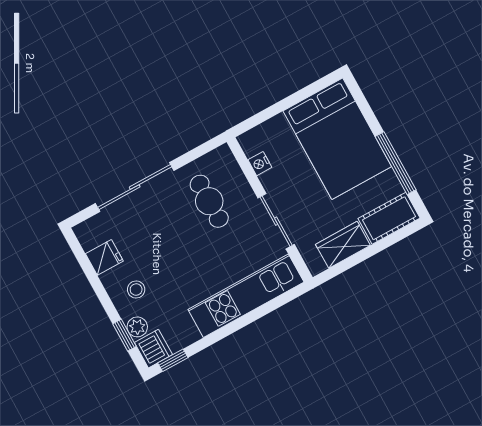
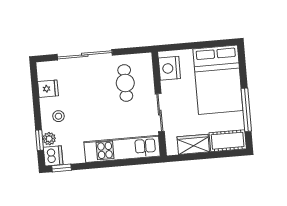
nightstand: (260, 164) -> (169, 68), width x1.89, depth x1.79

